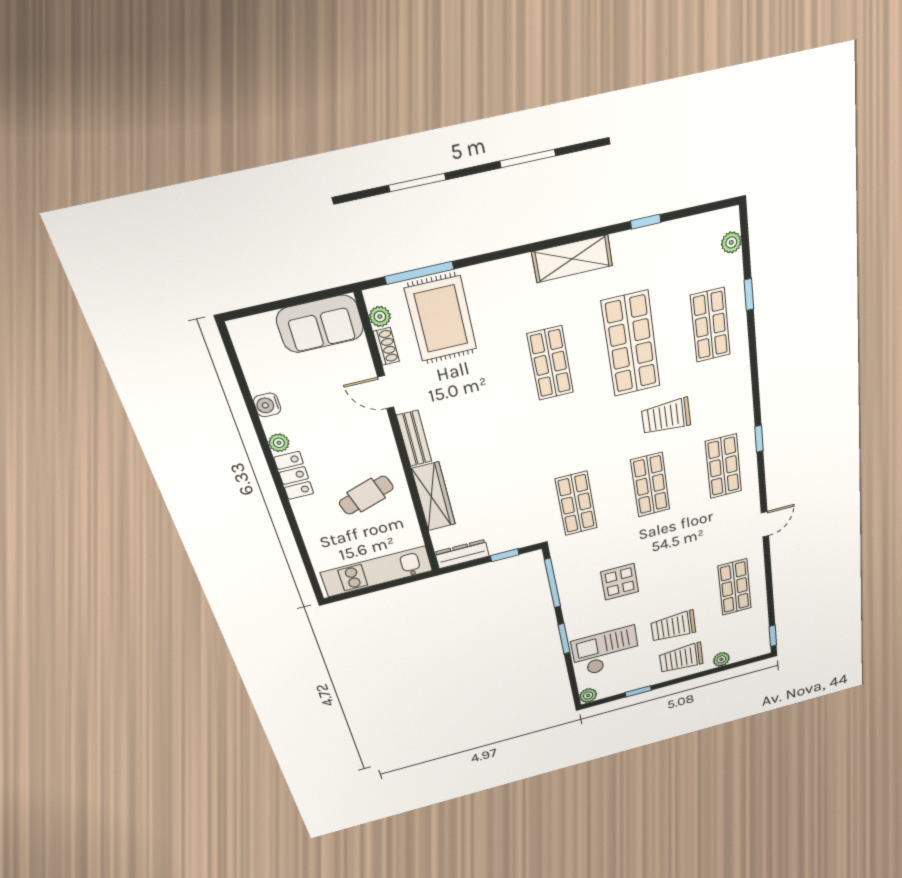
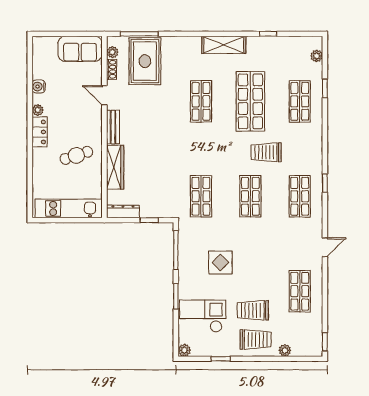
trolley: (681, 658) -> (256, 340), turned 180

